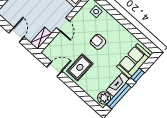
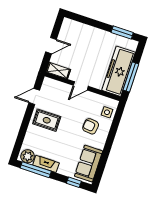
armchair: (98, 42) -> (91, 126), moved, turned -84
sofa: (134, 61) -> (89, 164), moved, turned -90
door: (54, 69) -> (34, 96), swing flipped
window: (138, 75) -> (74, 182), moved

